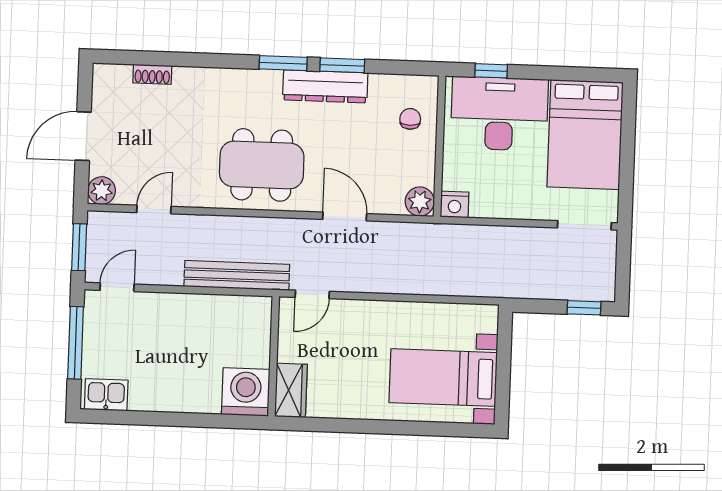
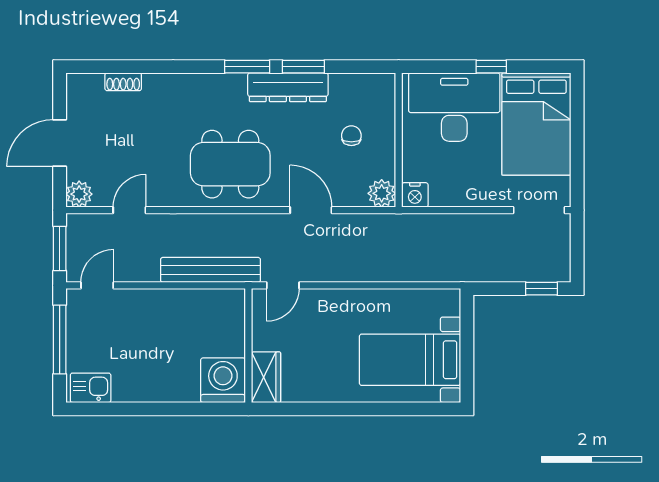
window: (491, 71) -> (491, 67), moved
chair: (410, 119) -> (351, 136), moved

